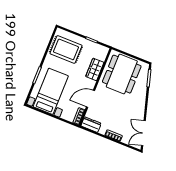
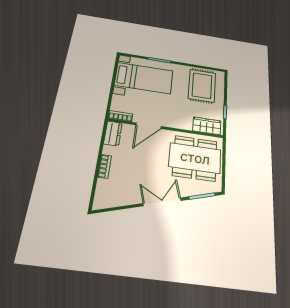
wardrobe: (95, 69) -> (207, 126), moved
door: (90, 99) -> (149, 126), swing flipped
double door: (143, 133) -> (162, 202), moved

